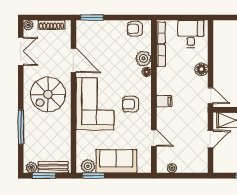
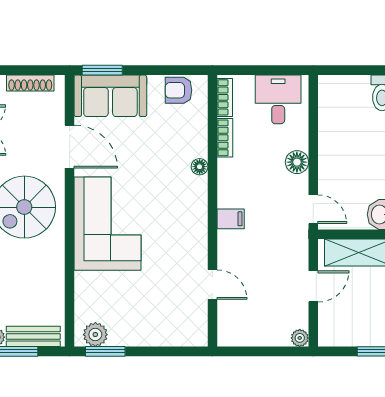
plant: (144, 58) -> (194, 143), removed
armchair: (131, 104) -> (171, 224), removed
sofa: (116, 161) -> (110, 96), moved, turned 180
plant: (172, 168) -> (300, 338), moved

